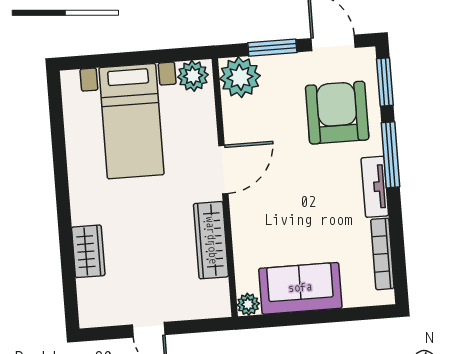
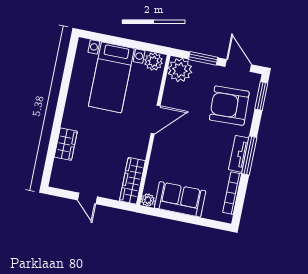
armchair: (337, 113) -> (229, 106), turned -92
window: (390, 155) -> (249, 156), moved
wardrobe: (211, 240) -> (132, 181), moved

